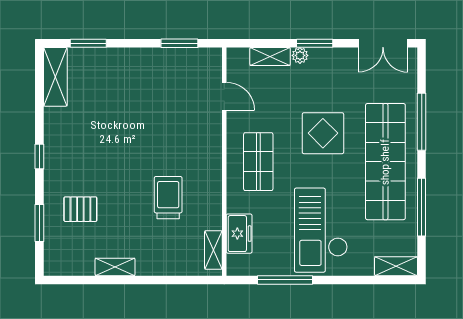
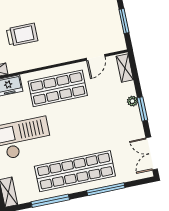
shelving: (270, 56) -> (125, 68), moved
display table: (323, 133) -> (85, 127), removed
shop shelf: (258, 162) -> (58, 88), width x1.43, depth x1.36

